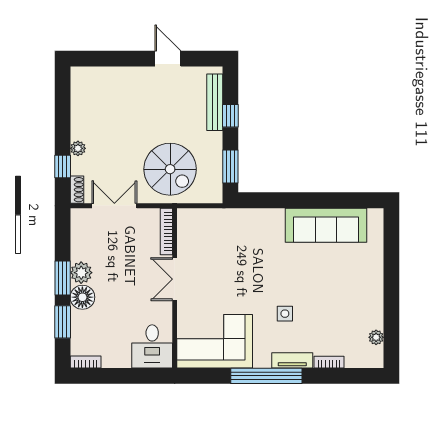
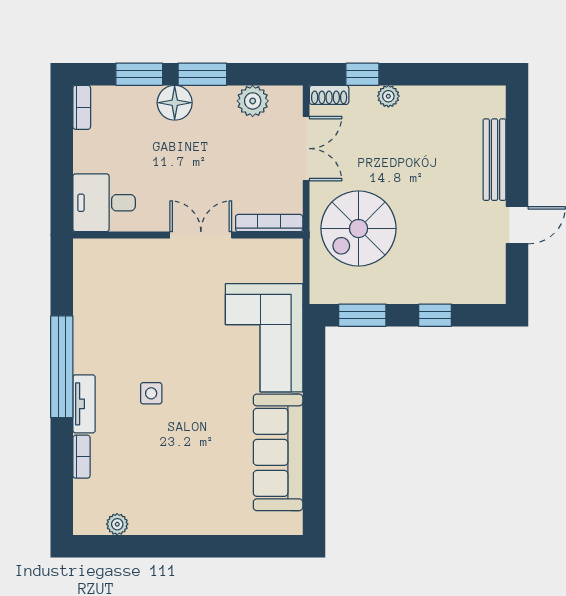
bench: (215, 102) -> (494, 160), moved, turned 90
plant: (81, 273) -> (253, 101), moved
corner sofa: (215, 341) -> (264, 338), moved, turned 180

